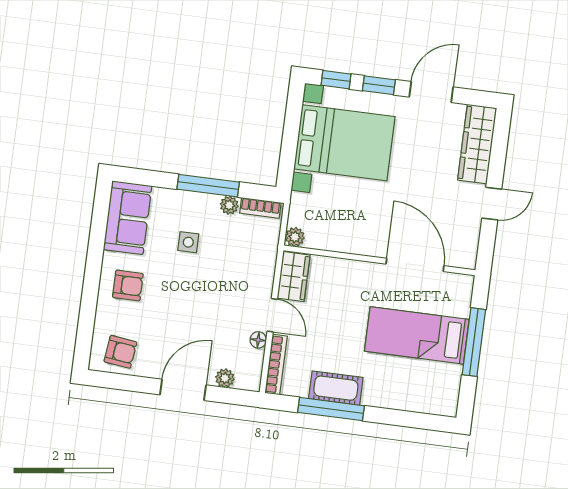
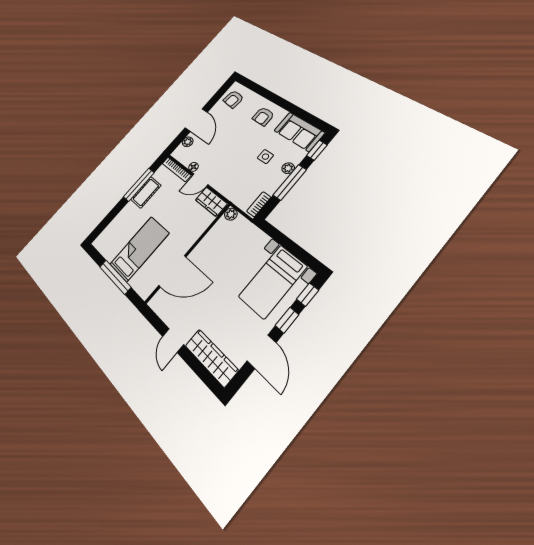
bed with nightstands: (344, 143) -> (273, 281), width x0.73
window: (144, 177) -> (317, 150), added
plant: (229, 205) -> (288, 168), moved

